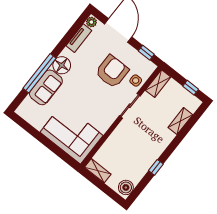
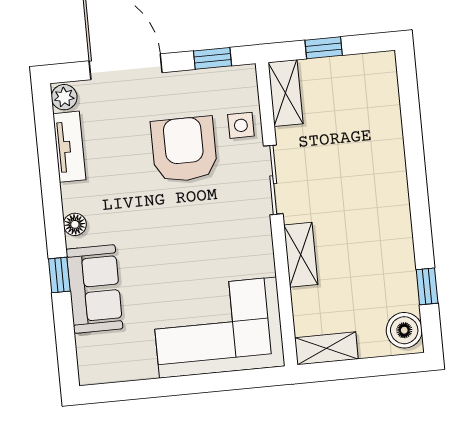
floor lamp: (62, 65) -> (75, 224), width x0.53, depth x0.53
window: (39, 73) -> (59, 275), width x0.32
window: (191, 88) -> (324, 48), moved
shelving: (180, 121) -> (301, 255), moved
window: (156, 167) -> (427, 286), moved

